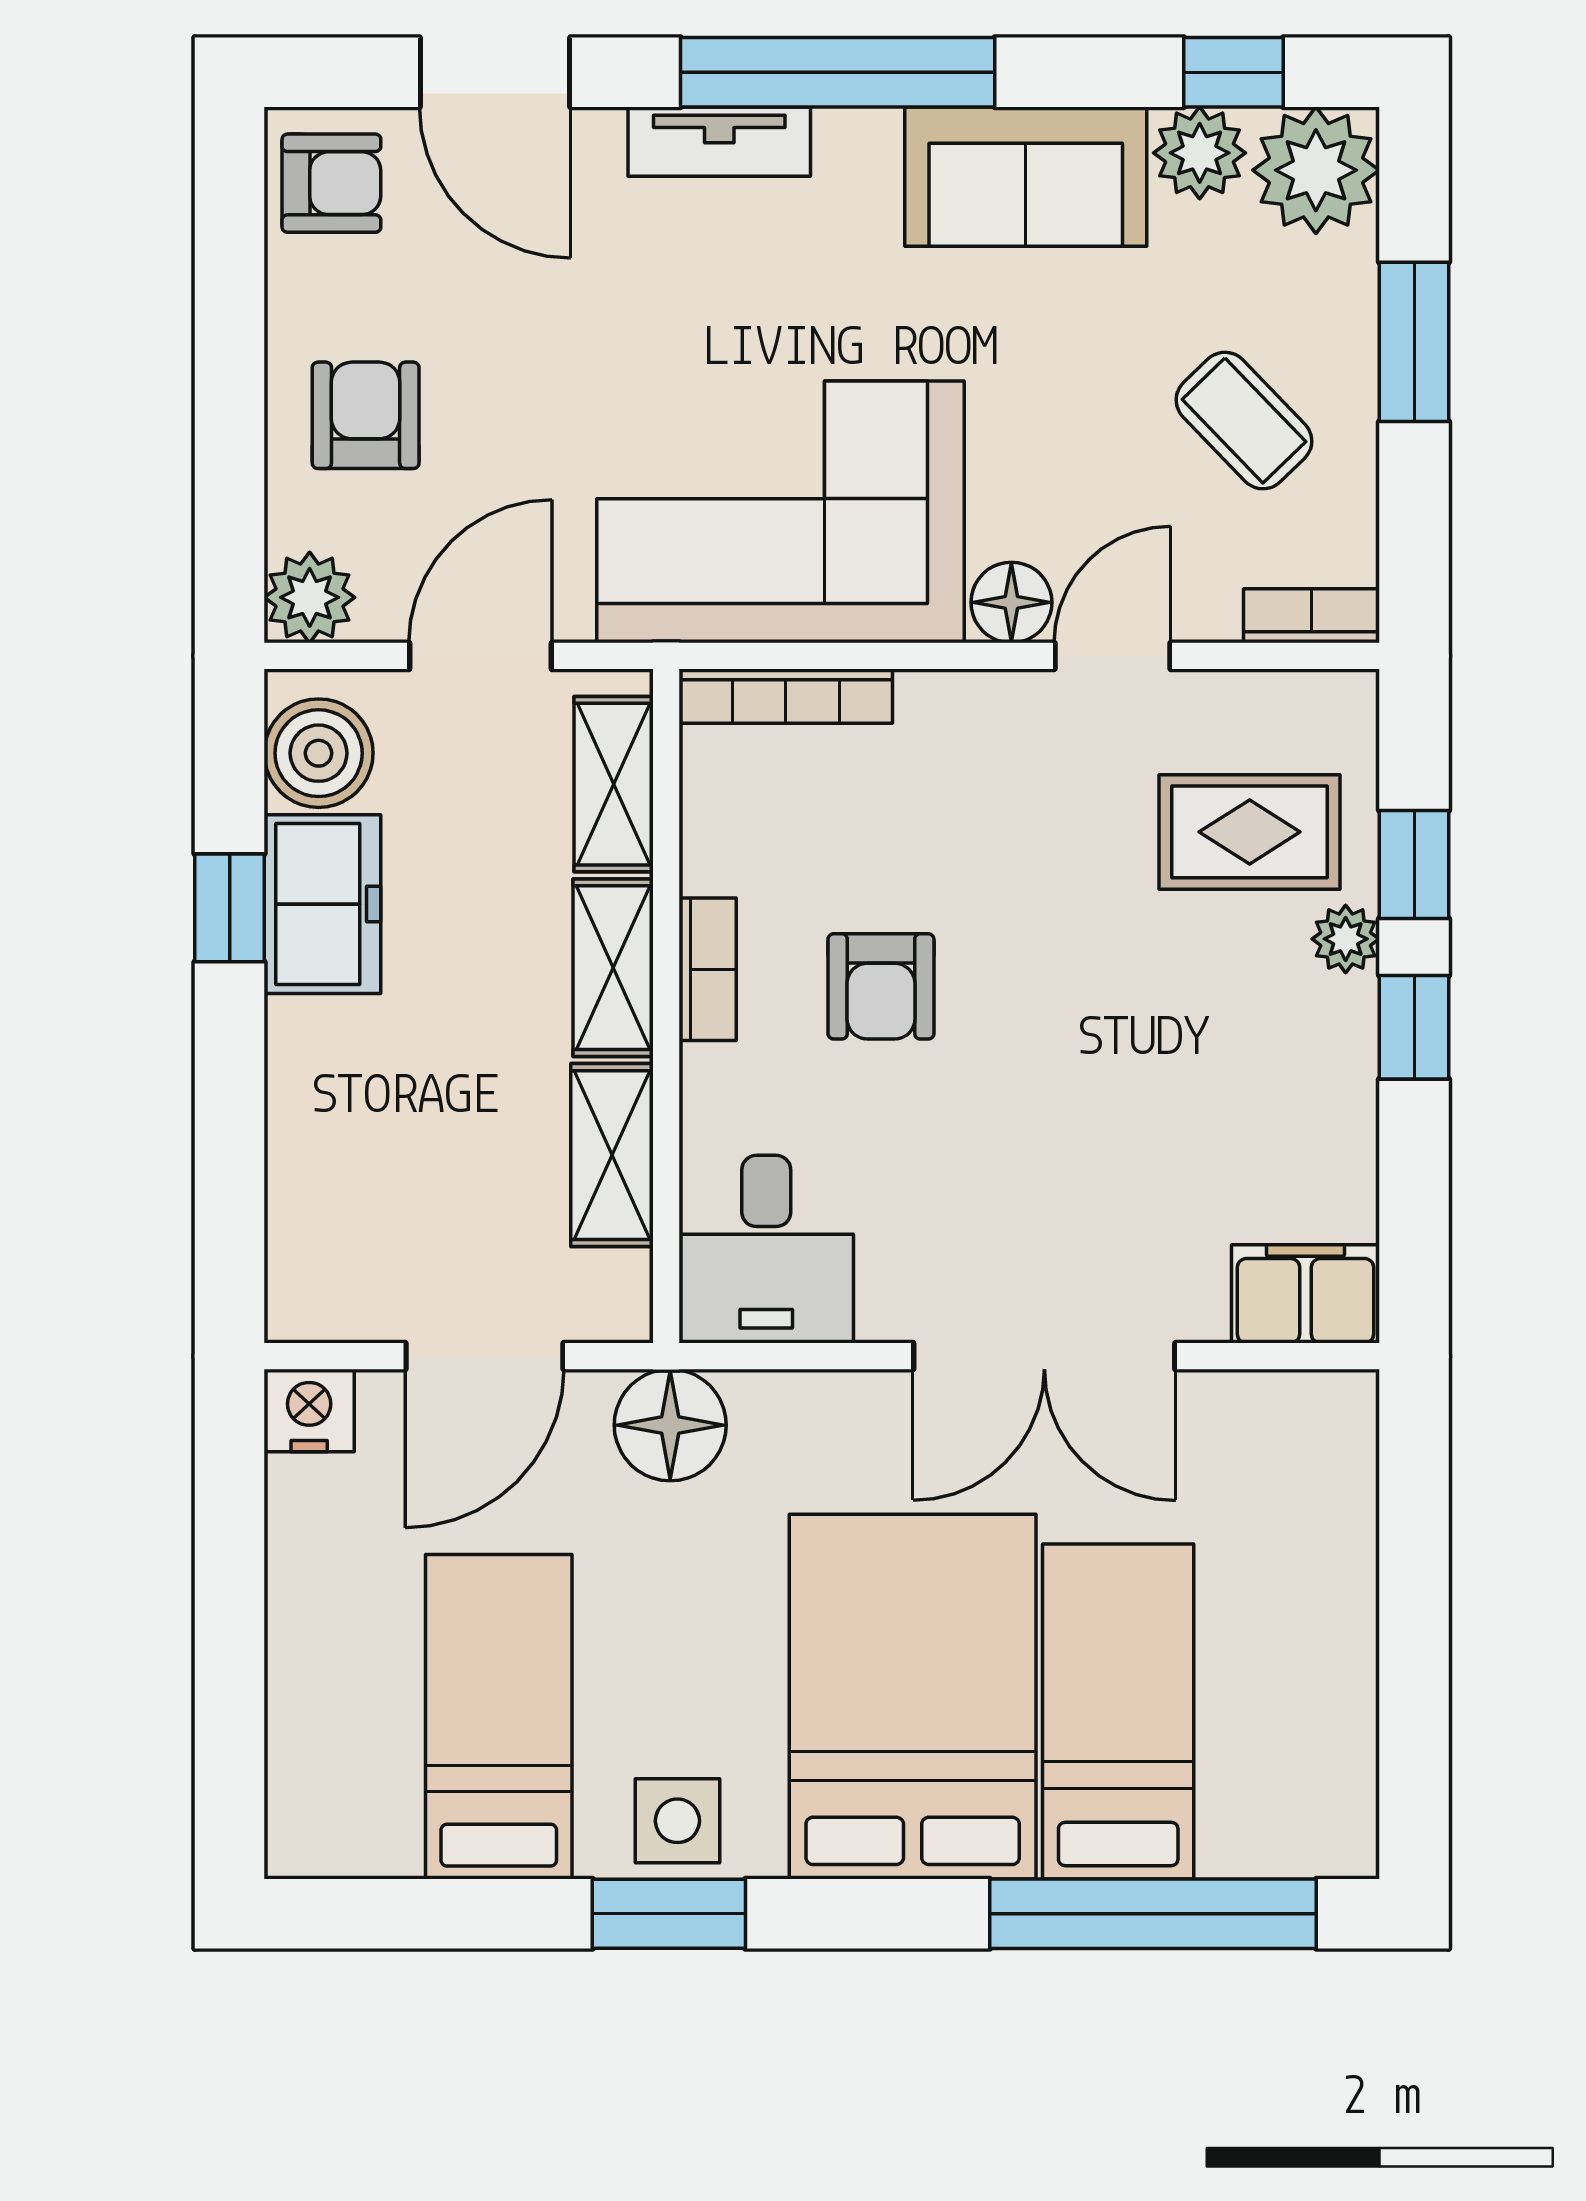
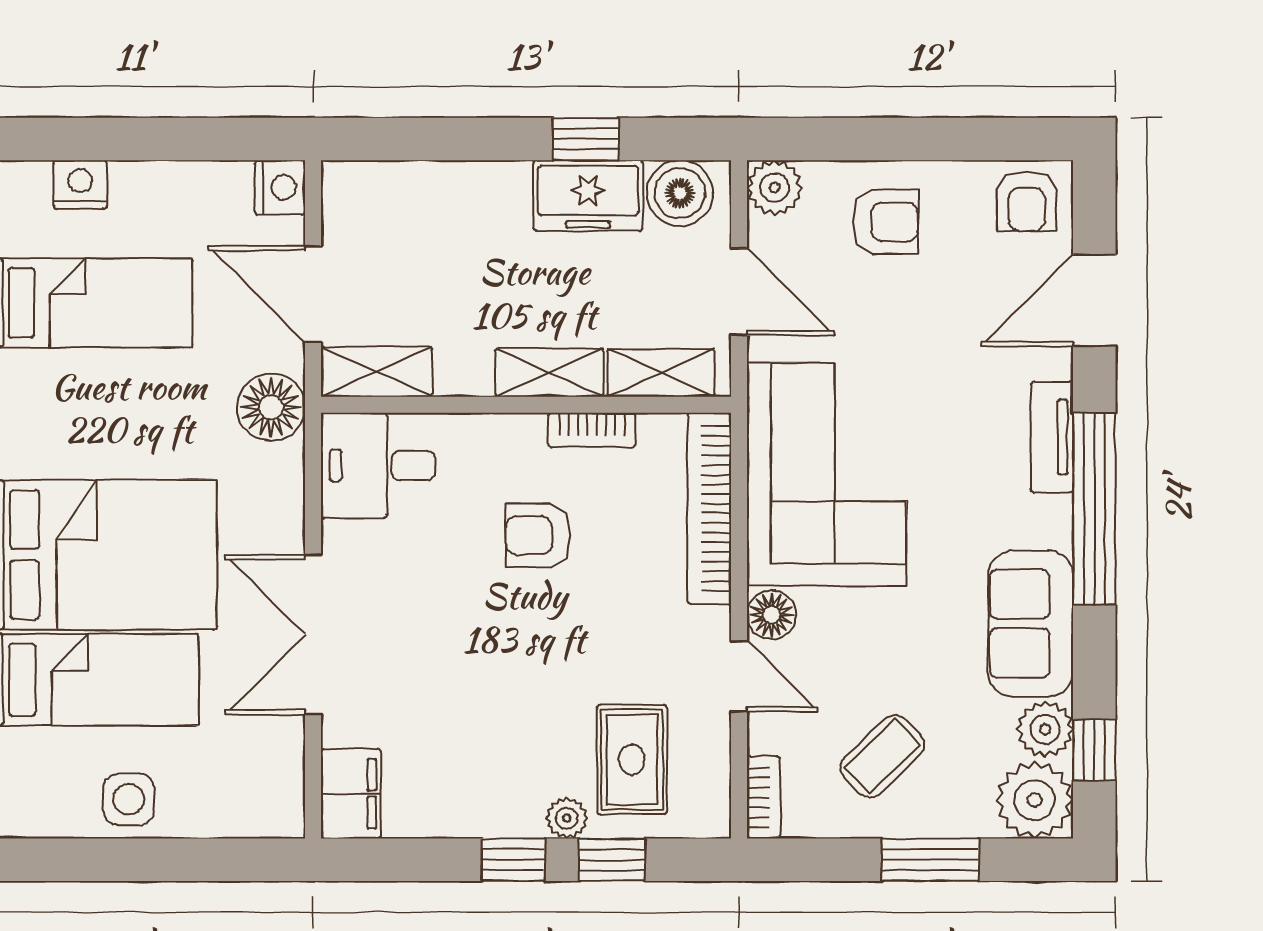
bookcase: (786, 696) -> (709, 509), width x1.48, depth x1.31
bookcase: (708, 969) -> (592, 430), moved
shelving: (612, 1155) -> (377, 372), moved
nightstand: (304, 1738) -> (80, 185), added
side table: (677, 1821) -> (129, 799), moved

